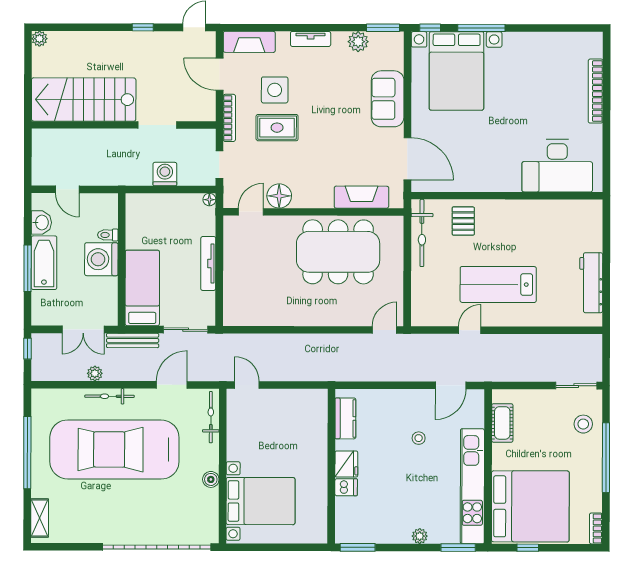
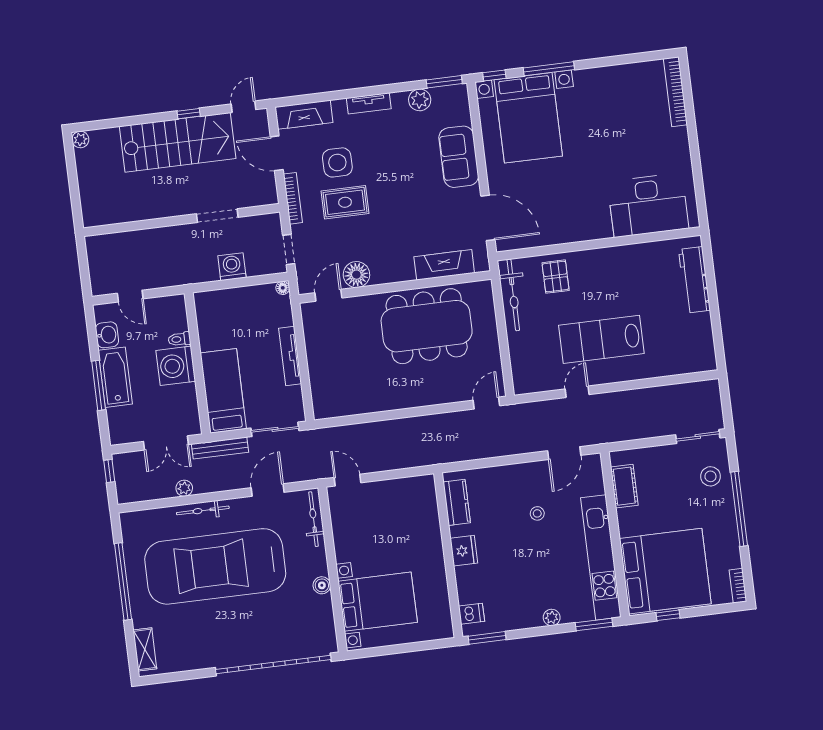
bookcase: (596, 91) -> (675, 92), moved
stairs: (84, 100) -> (178, 142), moved, turned 180
workbench: (591, 283) -> (694, 280), moved
dishwasher: (346, 487) -> (472, 614), moved

